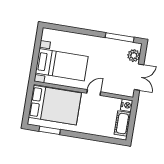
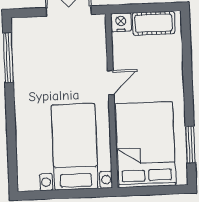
plant: (134, 56) -> (34, 27), removed
door: (94, 93) -> (111, 83), swing flipped

